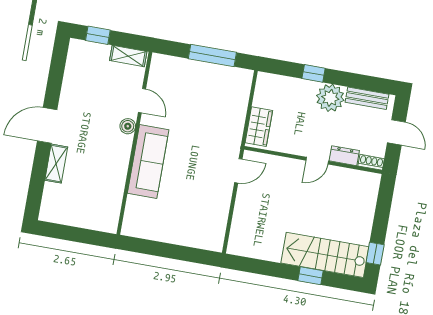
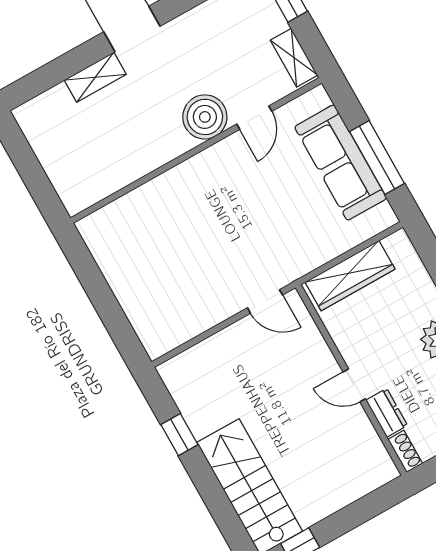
boiler: (128, 126) -> (205, 117), width x1.86, depth x1.86
wardrobe: (259, 127) -> (350, 276), width x1.50
sofa: (148, 162) -> (341, 163), moved, turned 90
window: (310, 276) -> (179, 435), moved

